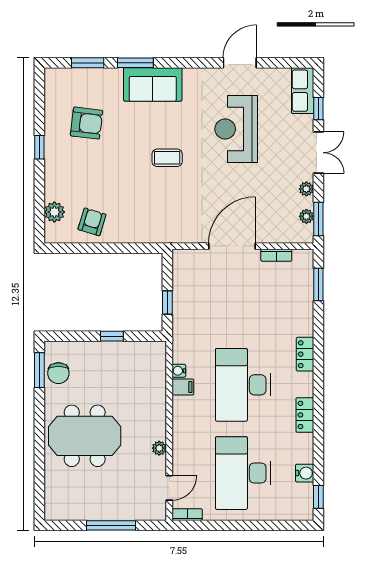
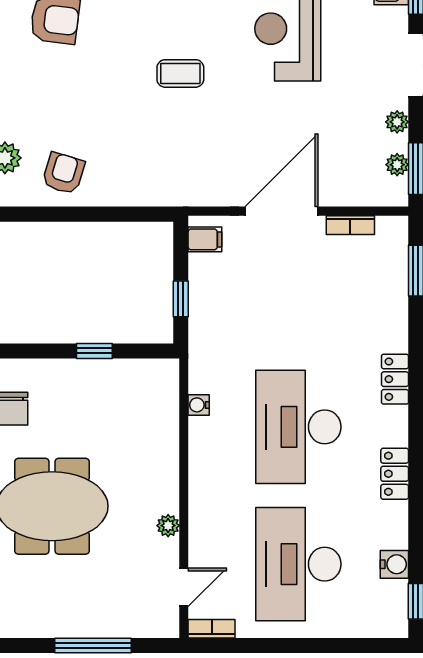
filing cabinet: (183, 387) -> (205, 239), moved

